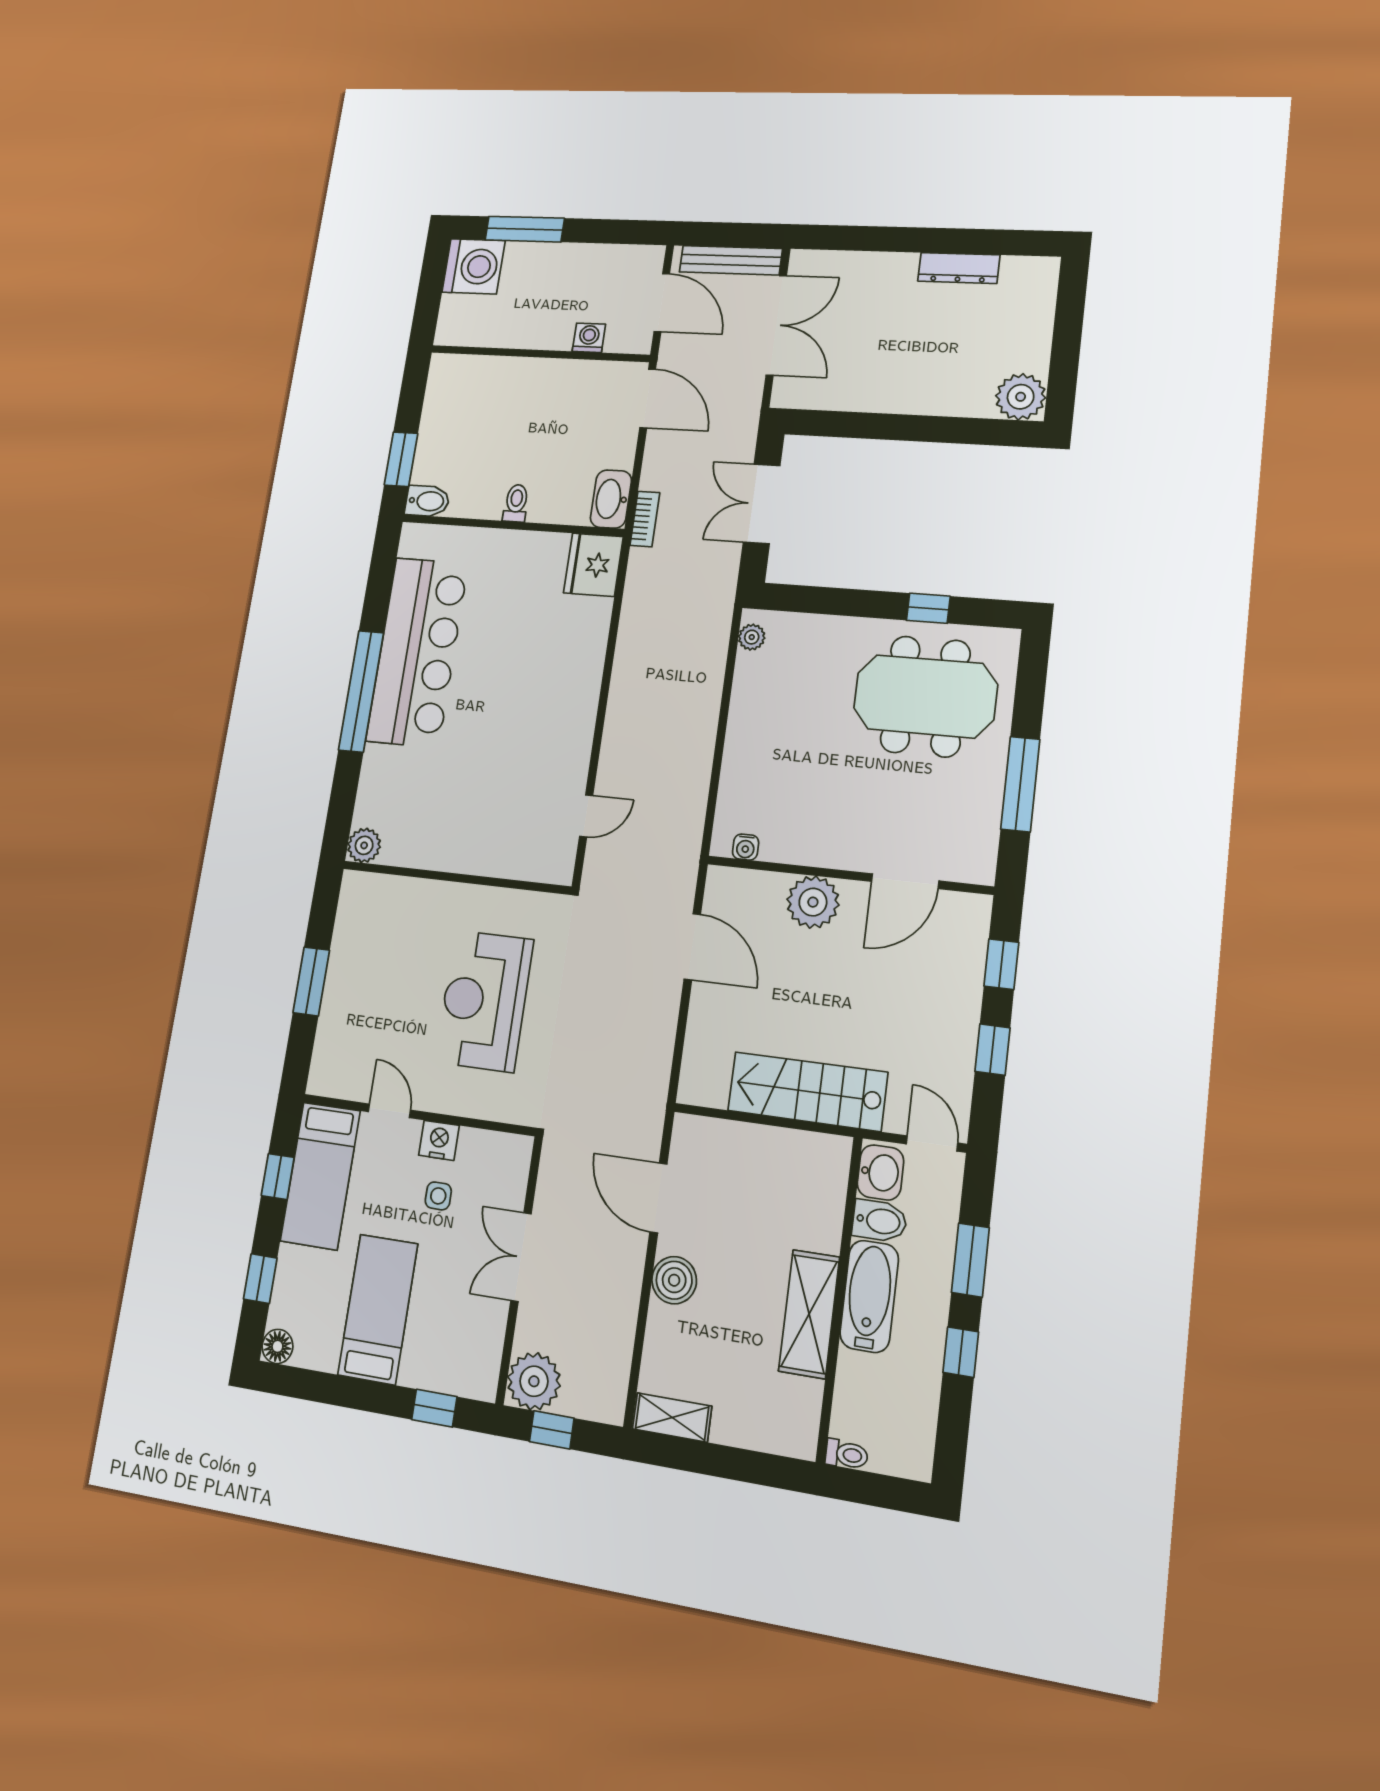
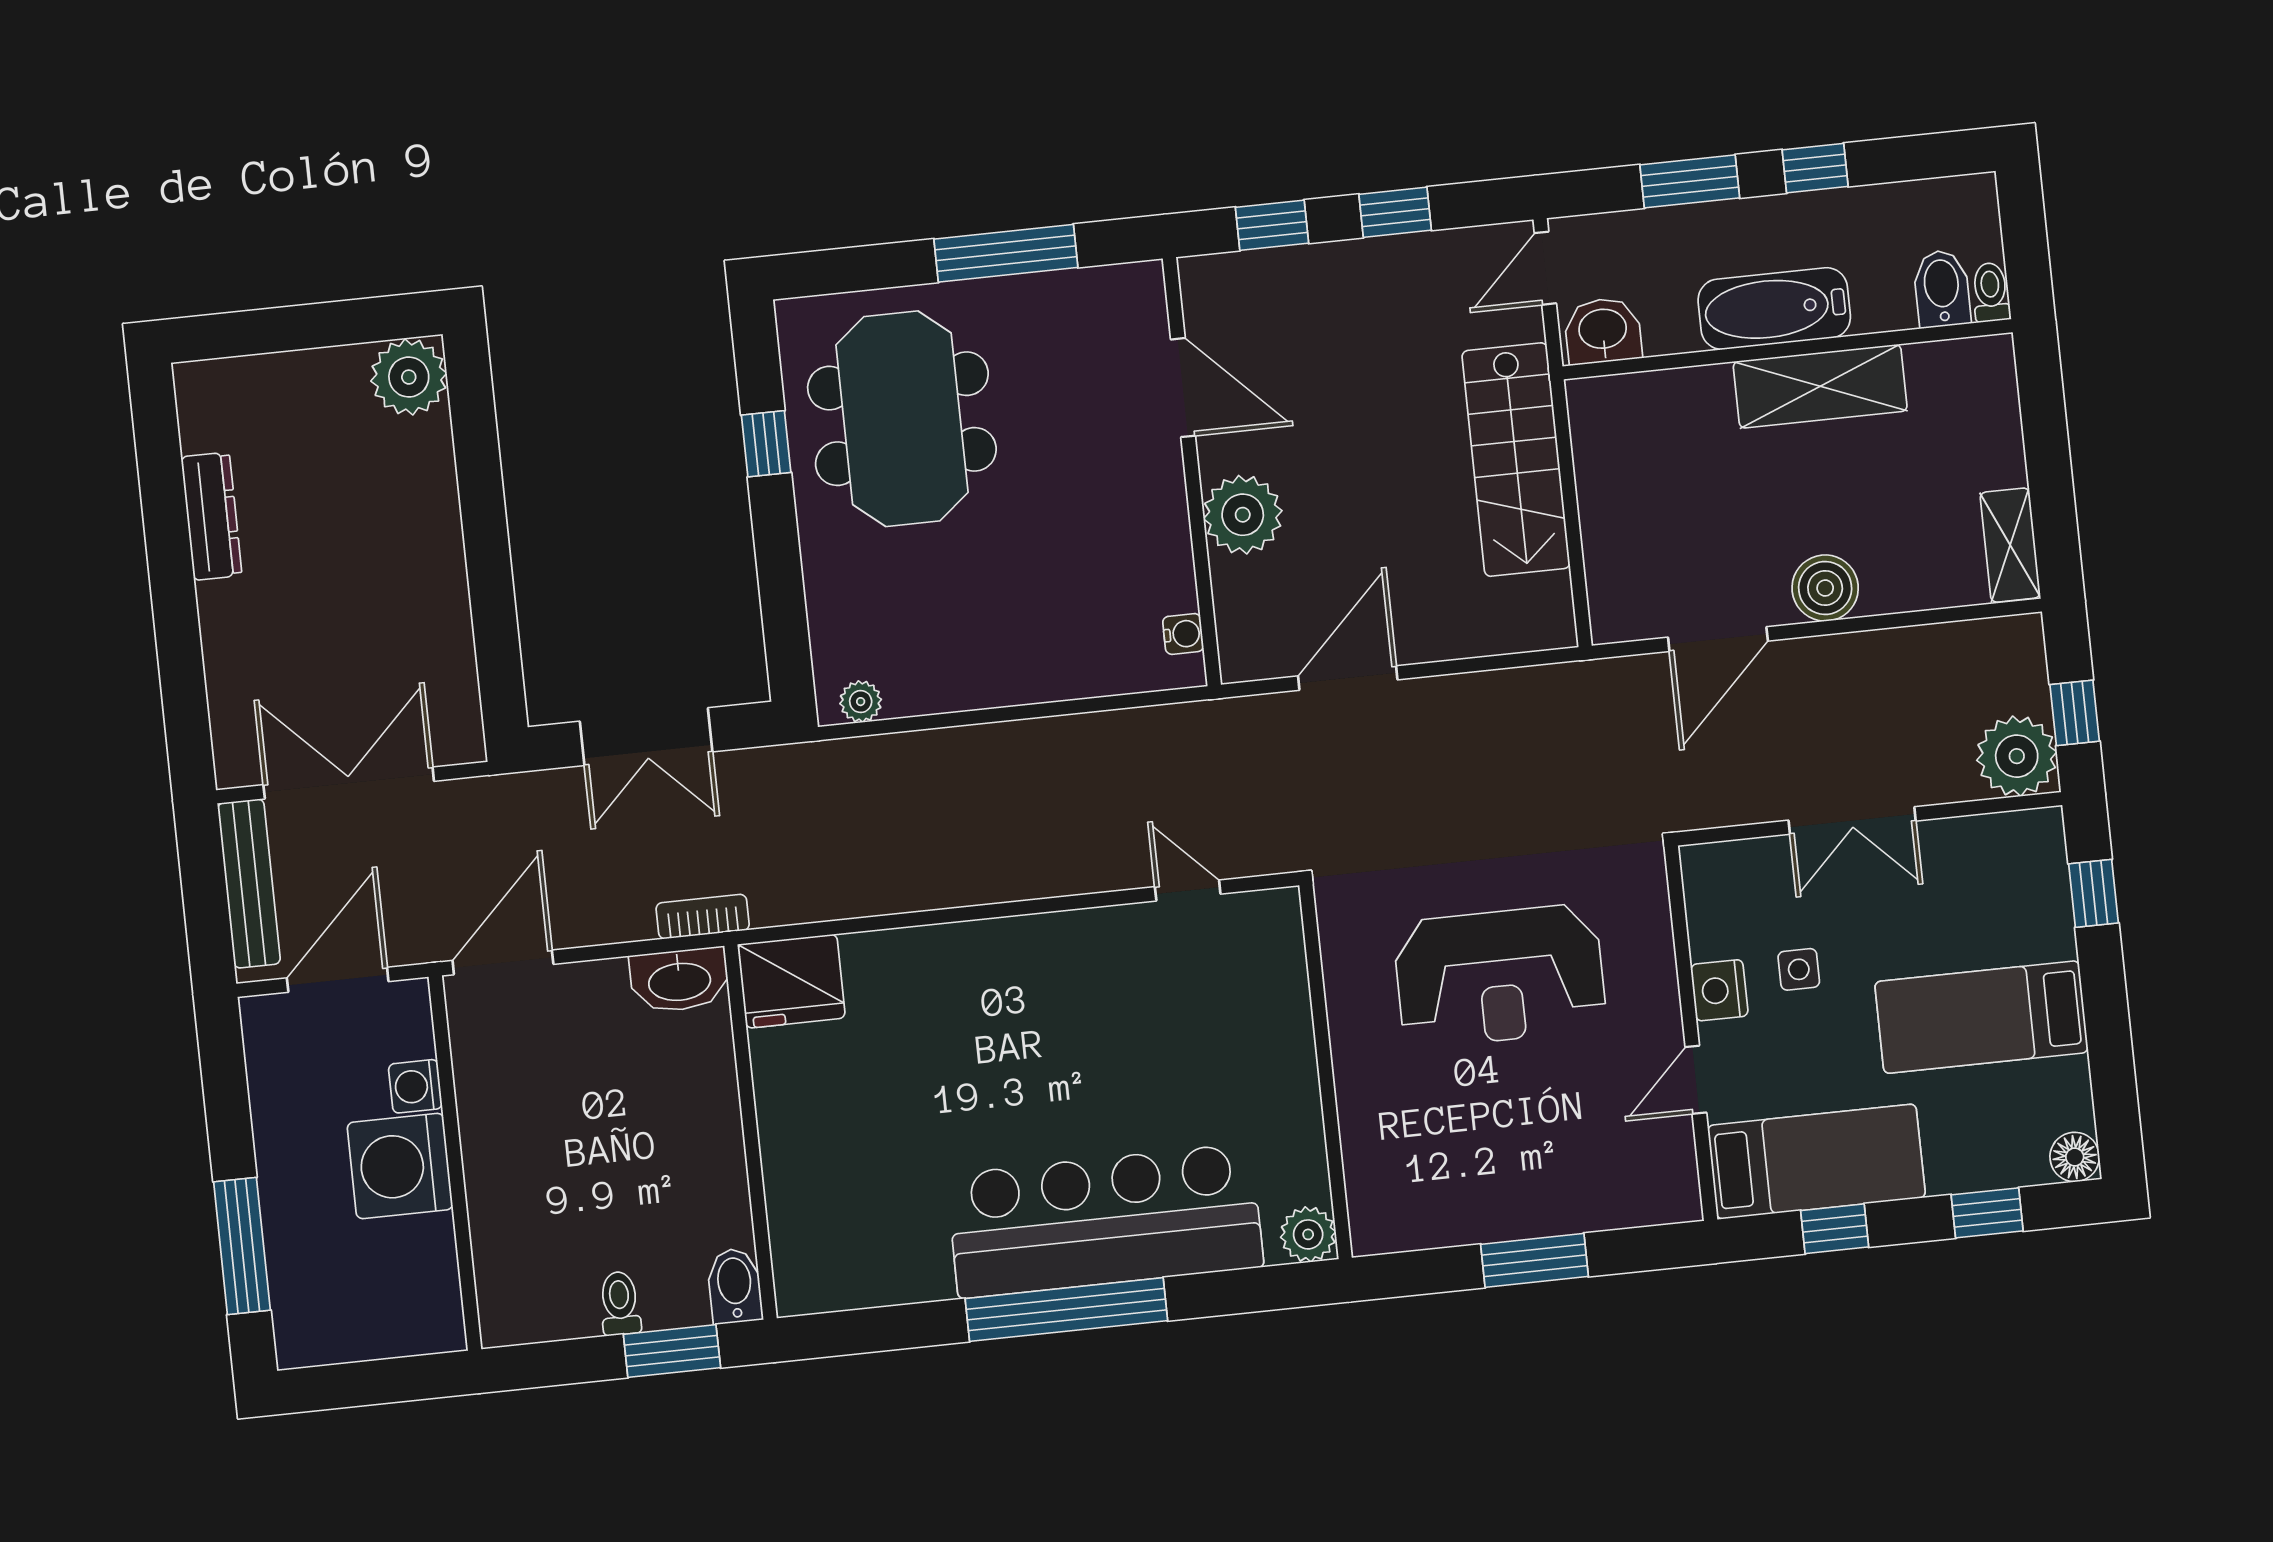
washing machine: (474, 266) -> (400, 1166), moved, turned -90
toilet: (516, 503) -> (620, 1303), moved, turned 90
bar counter: (417, 652) -> (1105, 1221), moved
bidet: (880, 1221) -> (1942, 289), moved

